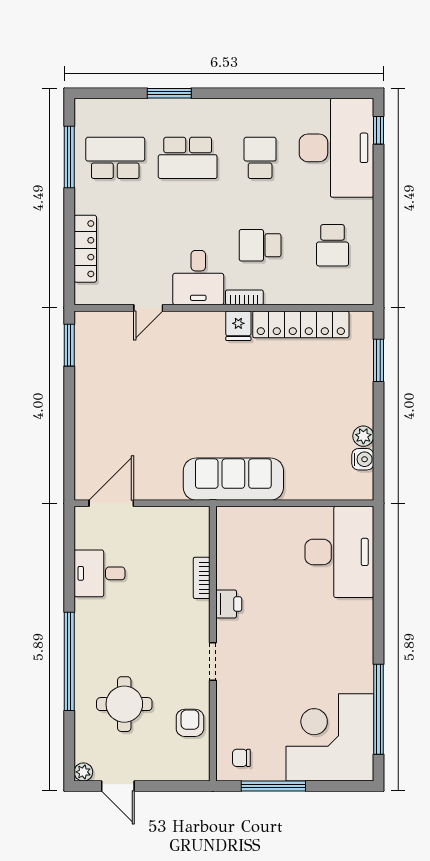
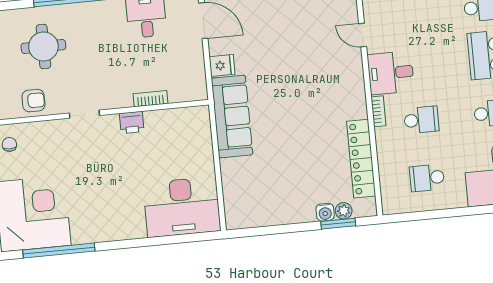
school desk: (260, 245) -> (421, 120), turned 90
fridge: (238, 326) -> (222, 65), moved, turned 180
plant: (363, 436) -> (344, 211), moved
water cooler: (363, 459) -> (325, 212), moved

